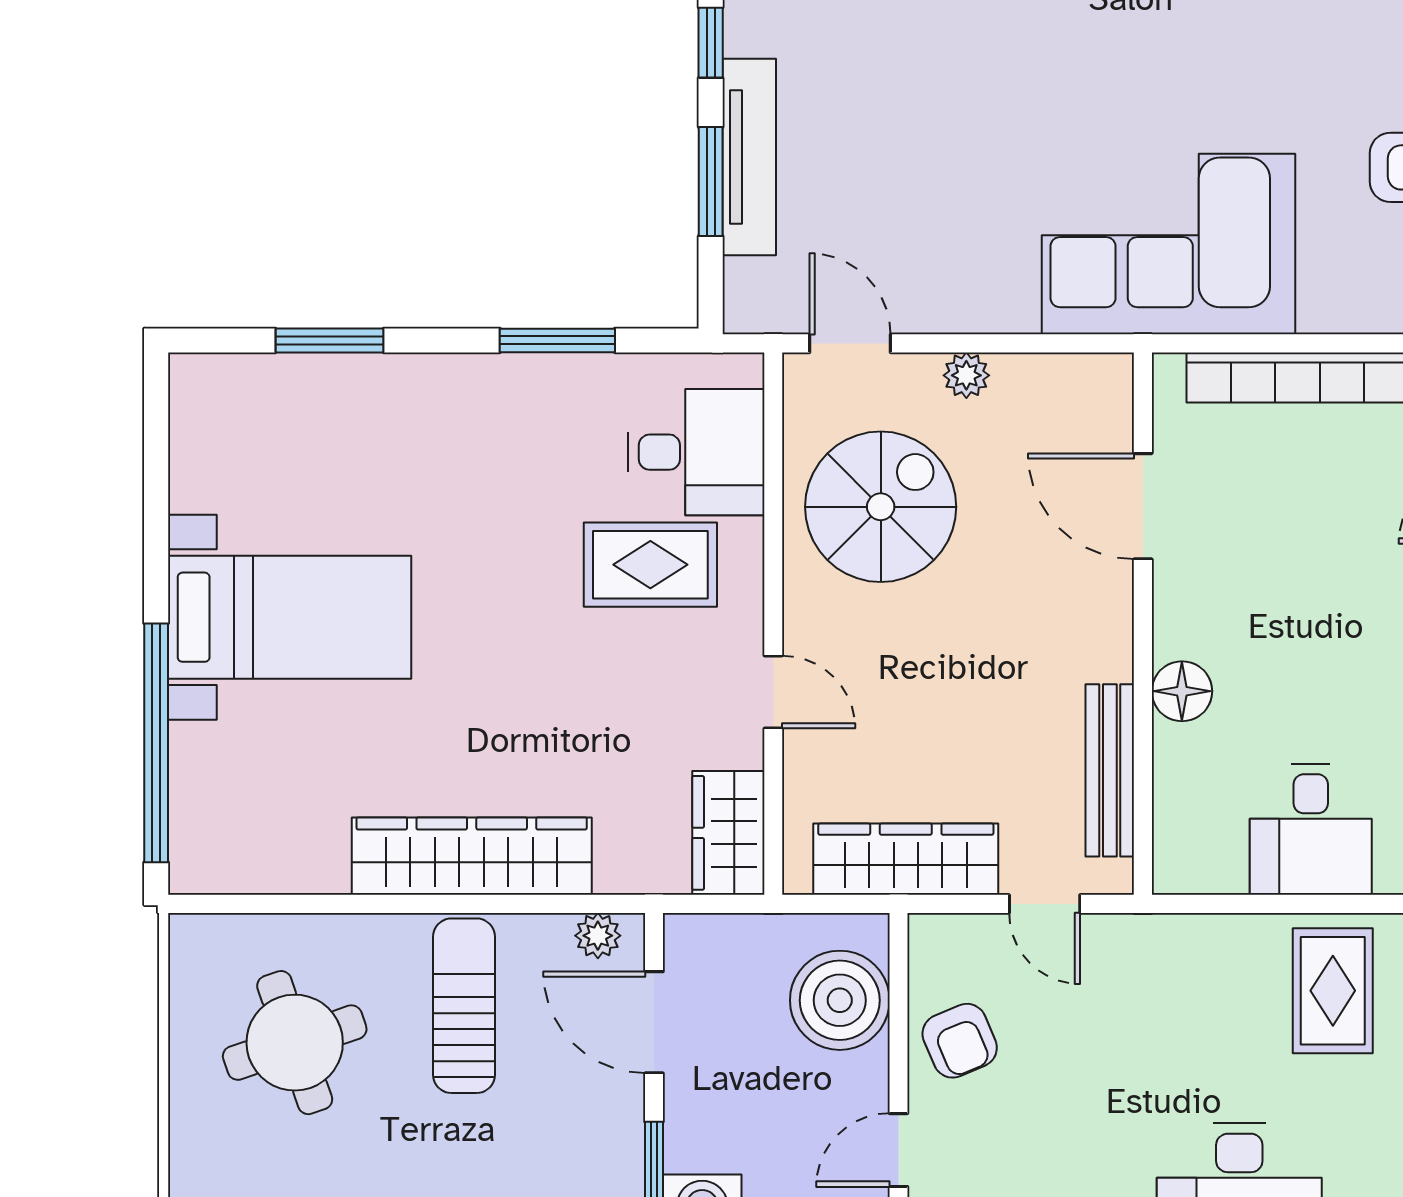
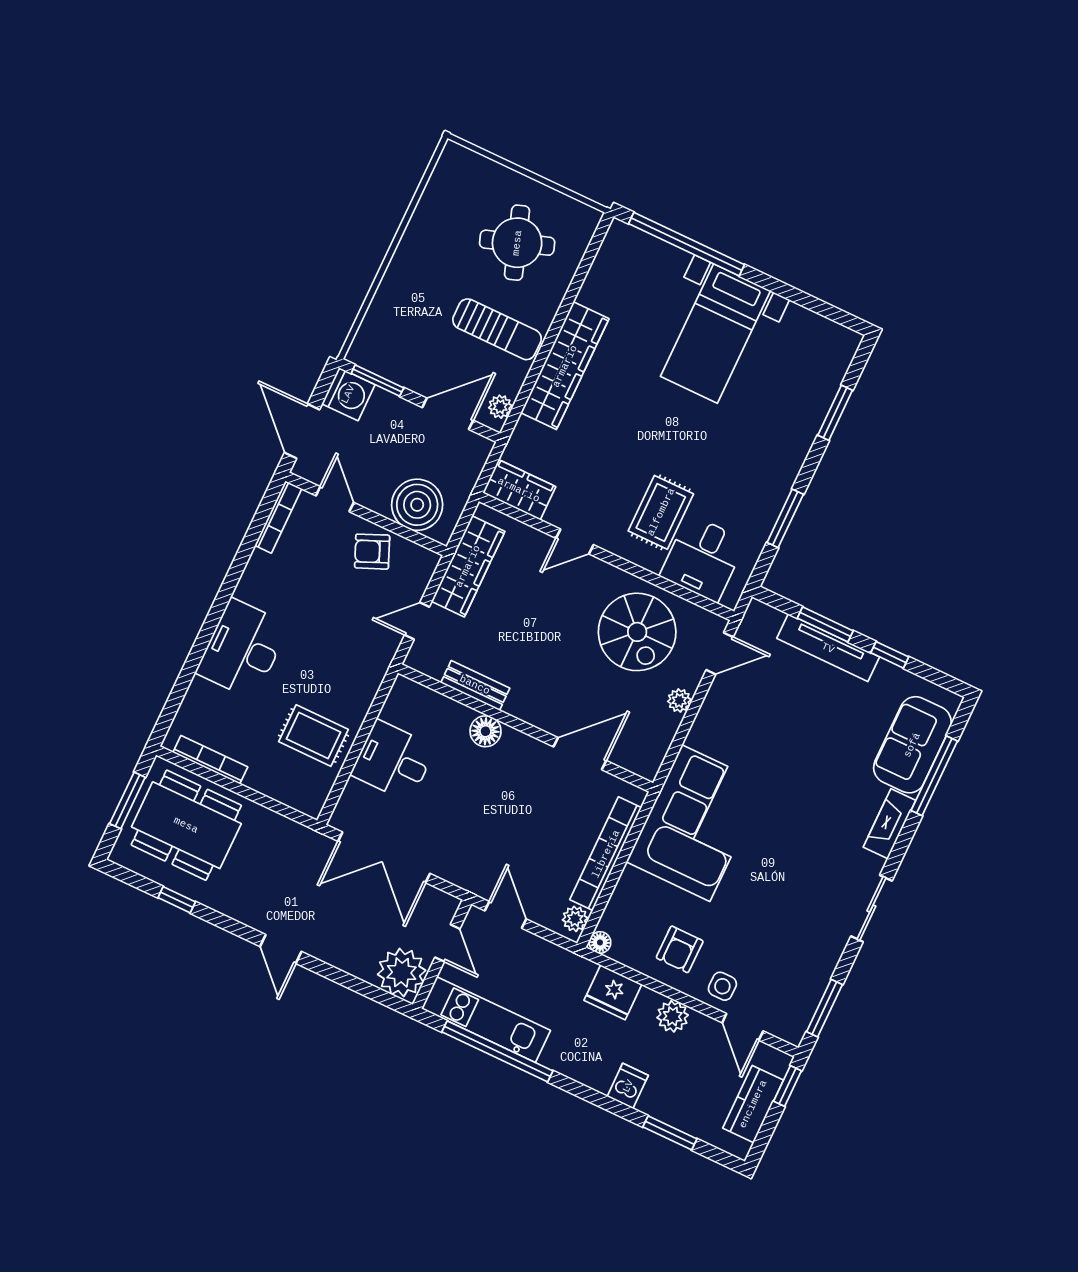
bench: (1110, 770) -> (475, 685), width x0.73

